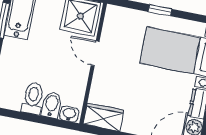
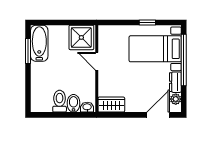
window: (160, 10) -> (147, 22), moved

